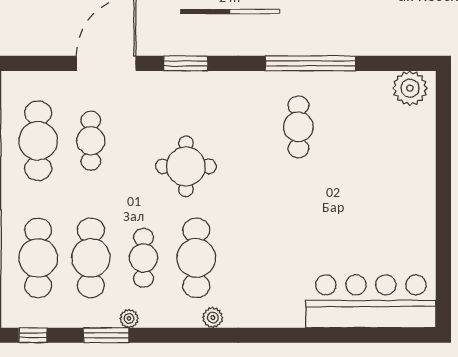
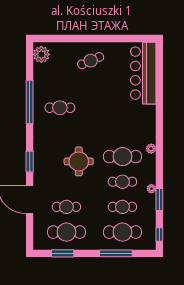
cafe table: (397, 191) -> (91, 61), added
cafe table: (91, 258) -> (122, 207), width x0.73, depth x0.74

